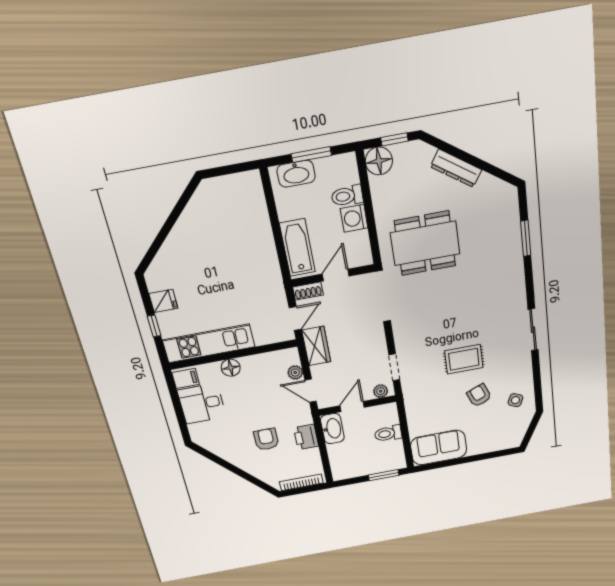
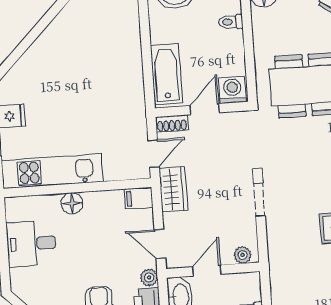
toilet: (347, 196) -> (231, 22), width x0.73, depth x0.72
washing machine: (354, 218) -> (232, 90), moved, turned 90
doorway: (394, 367) -> (259, 200), moved
plant: (295, 372) -> (149, 277), moved
filing cabinet: (186, 378) -> (139, 198), moved, turned 180

